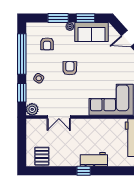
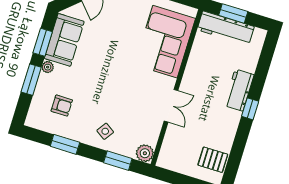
window: (22, 54) -> (65, 144), width x0.47
armchair: (70, 68) -> (105, 85), removed
double door: (59, 117) -> (171, 106), moved

